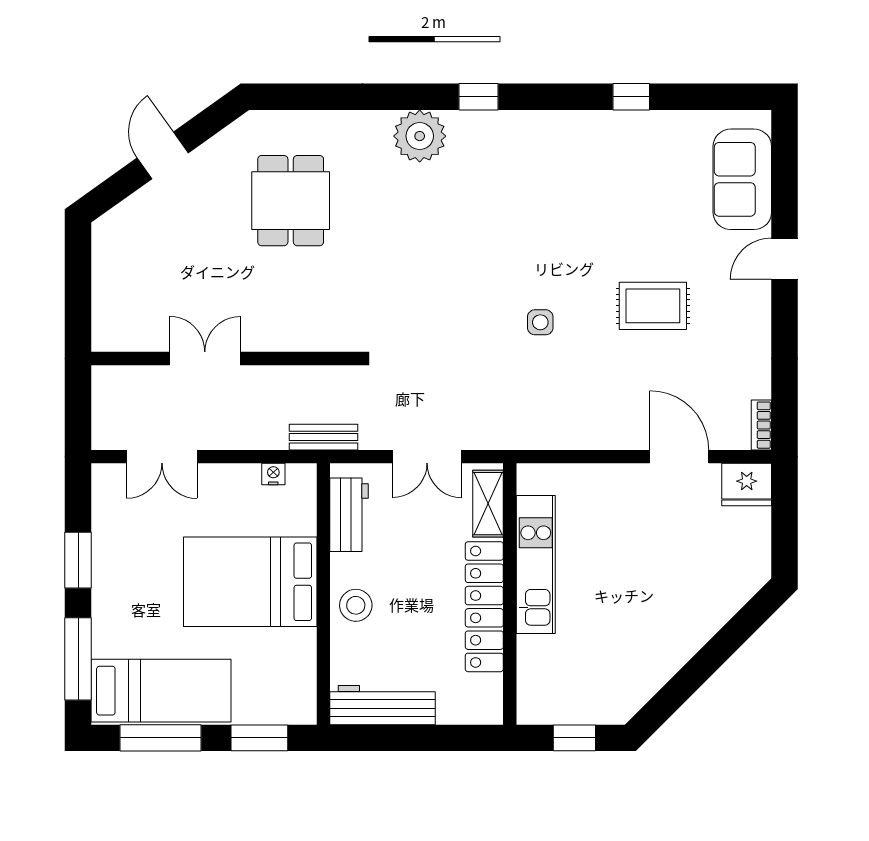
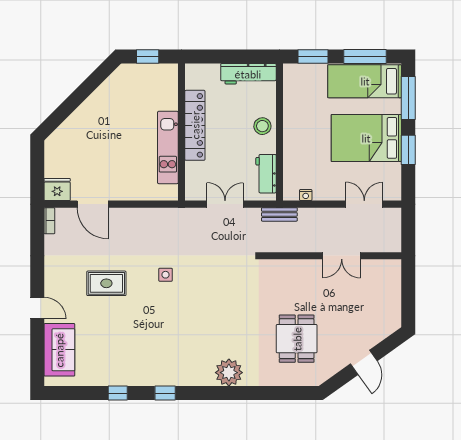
window: (479, 97) -> (165, 393), moved
door: (785, 259) -> (37, 308), hinge flipped
shelving: (488, 504) -> (193, 179), removed
bed: (250, 582) -> (366, 138), moved, turned 180

